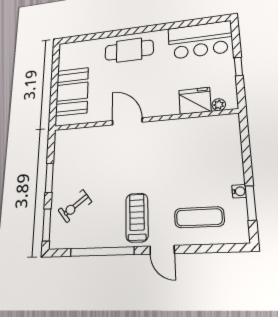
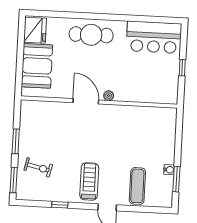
fridge: (195, 101) -> (35, 30), moved, turned 90
plant: (219, 105) -> (109, 96), moved
exercise bike: (75, 206) -> (38, 167), turned -130
exercise mat: (199, 217) -> (137, 186), turned 90
window: (102, 252) -> (60, 205), width x0.32

